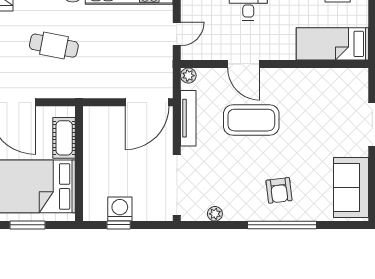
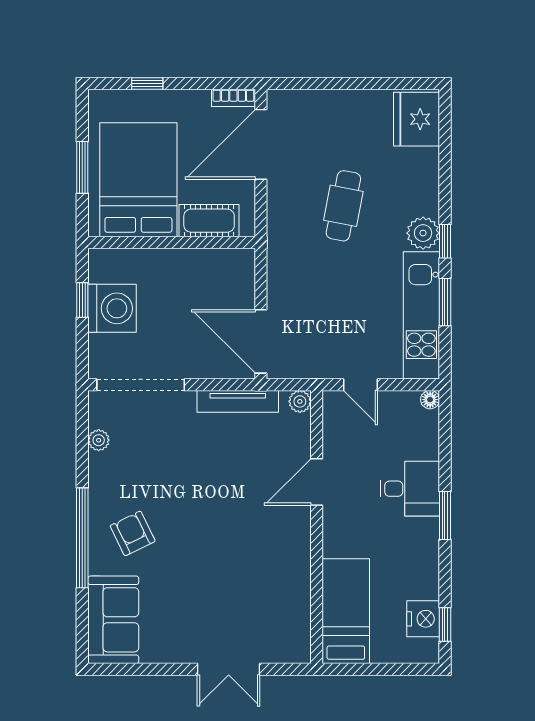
coffee table: (251, 120) -> (235, 493), removed
sofa: (351, 187) -> (113, 620), moved, turned 90
armchair: (279, 190) -> (133, 533), turned 71
washing machine: (120, 209) -> (112, 308), width x1.37, depth x1.37

